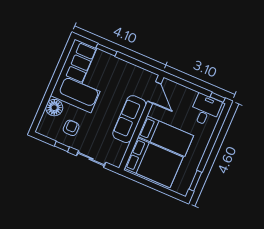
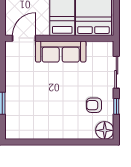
corner sofa: (83, 76) -> (38, 116), removed
floor lamp: (54, 108) -> (105, 130), moved

